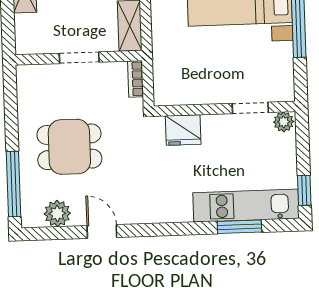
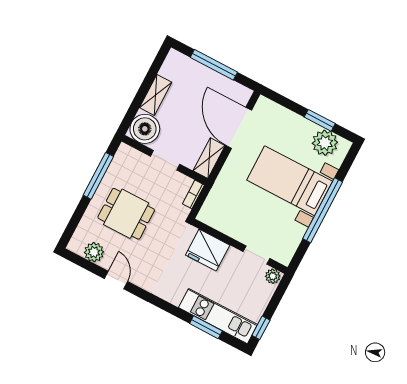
boiler: (34, 34) -> (145, 129), added
fridge: (183, 130) -> (208, 250), width x1.36, depth x1.34
window: (13, 184) -> (98, 176), moved

